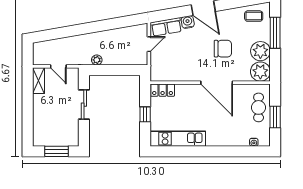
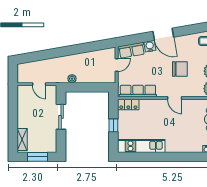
row of seats: (174, 74) -> (138, 91), added
shelving: (39, 81) -> (22, 139), moved
door: (217, 83) -> (175, 98), width x0.53

